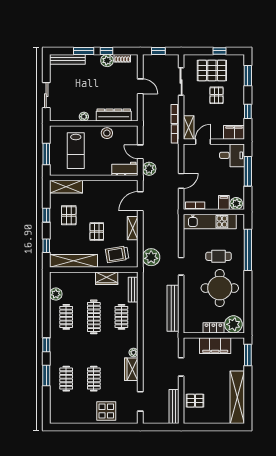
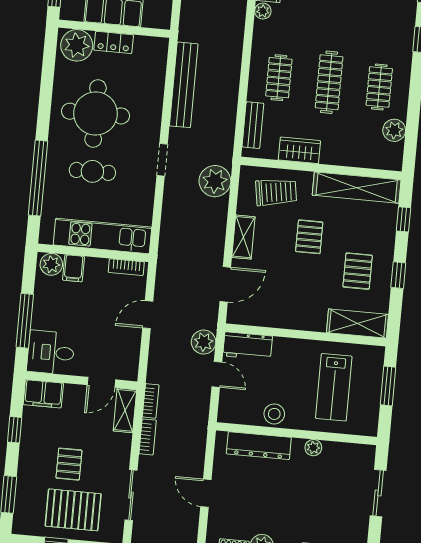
lab bench: (76, 151) -> (334, 387), turned 180

